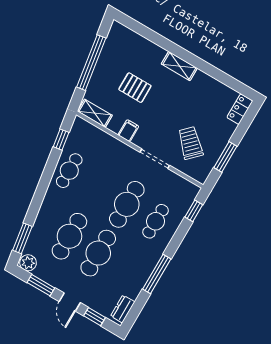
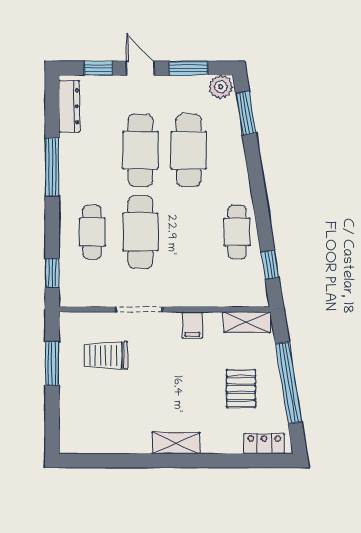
pallet: (135, 88) -> (241, 389), moved, turned 90
locker: (240, 109) -> (264, 444), moved, turned -90
trolley: (190, 143) -> (106, 355), turned 135
dresser: (123, 309) -> (69, 106), width x1.44

